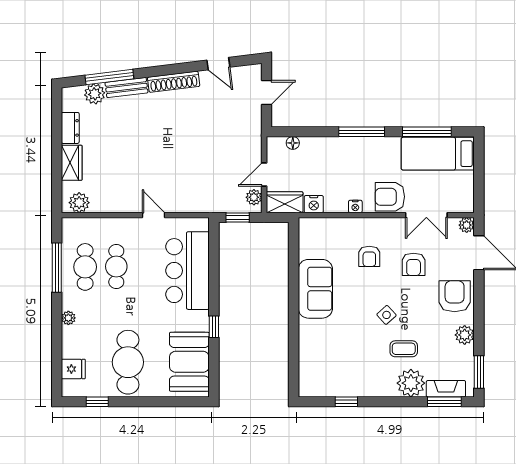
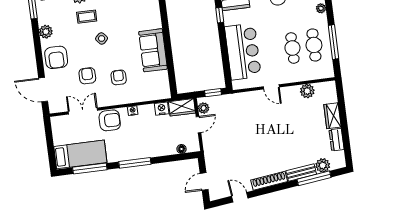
plant: (79, 203) -> (307, 91), moved
plant: (467, 225) -> (54, 108), removed

